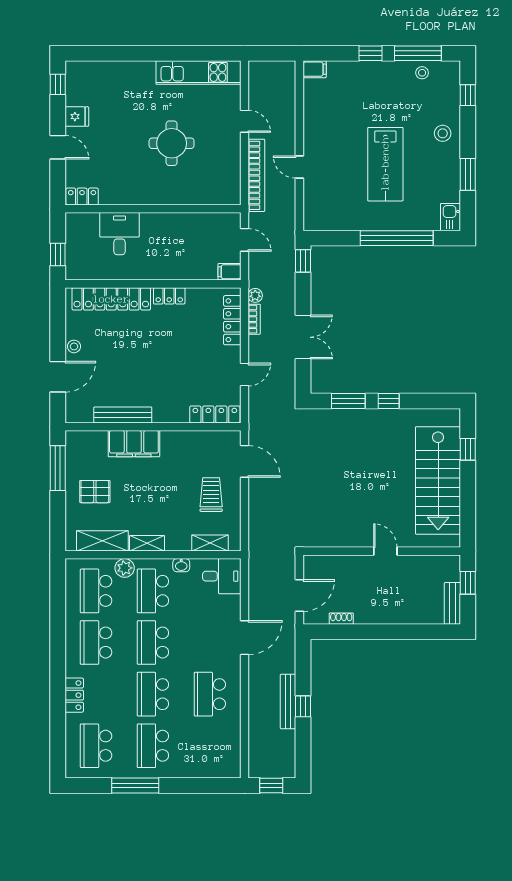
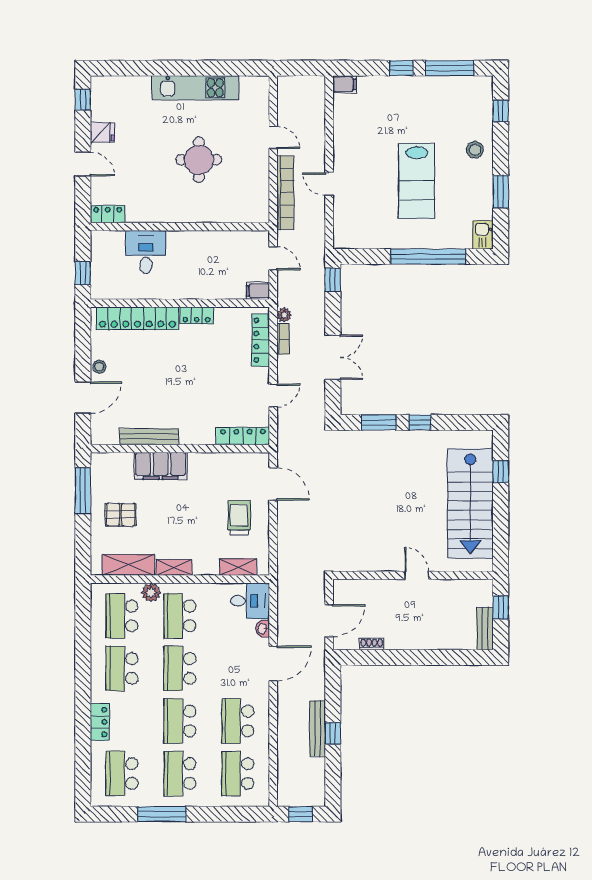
kitchen unit: (198, 72) -> (195, 88), moved
stool: (422, 73) -> (454, 88), removed
washbasin: (181, 565) -> (263, 629), moved, turned 90
school desk: (210, 746) -> (238, 774), added

